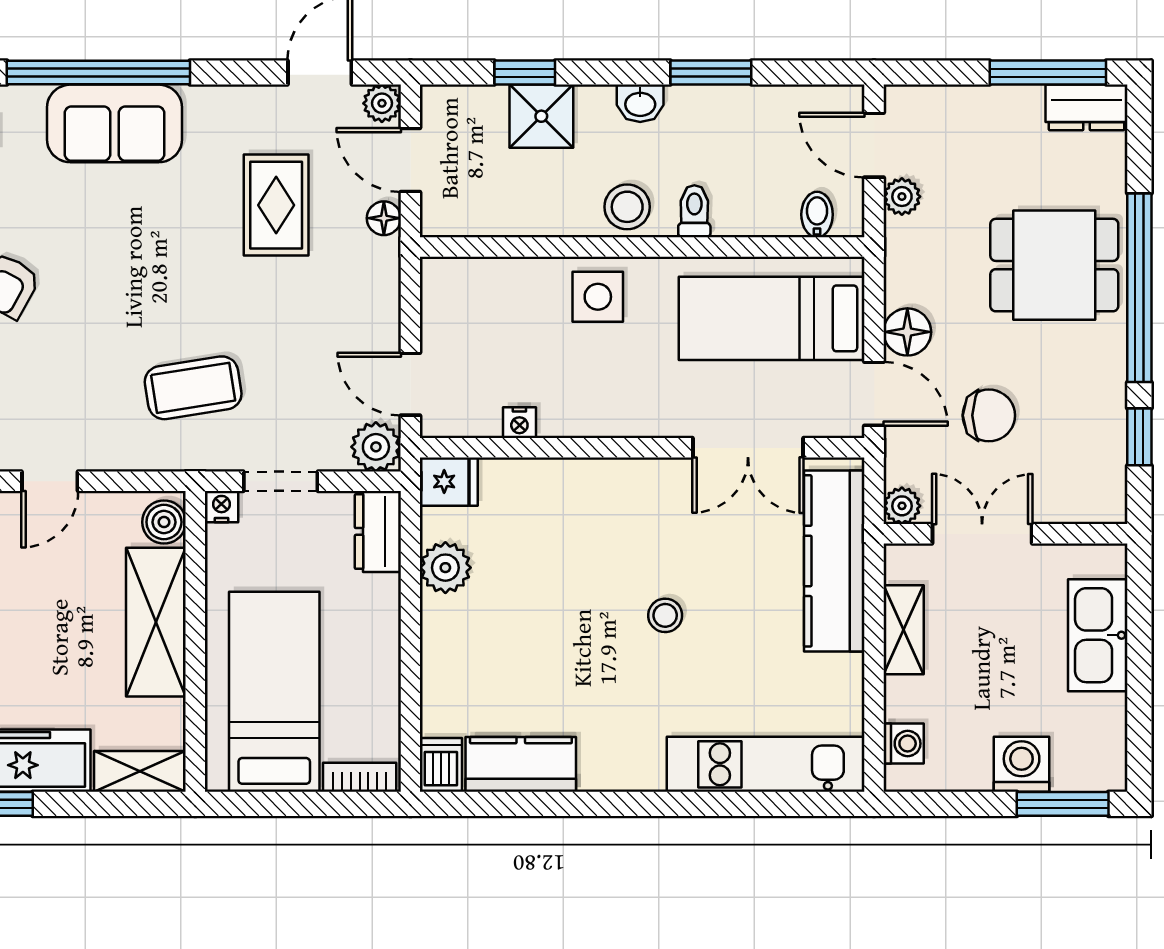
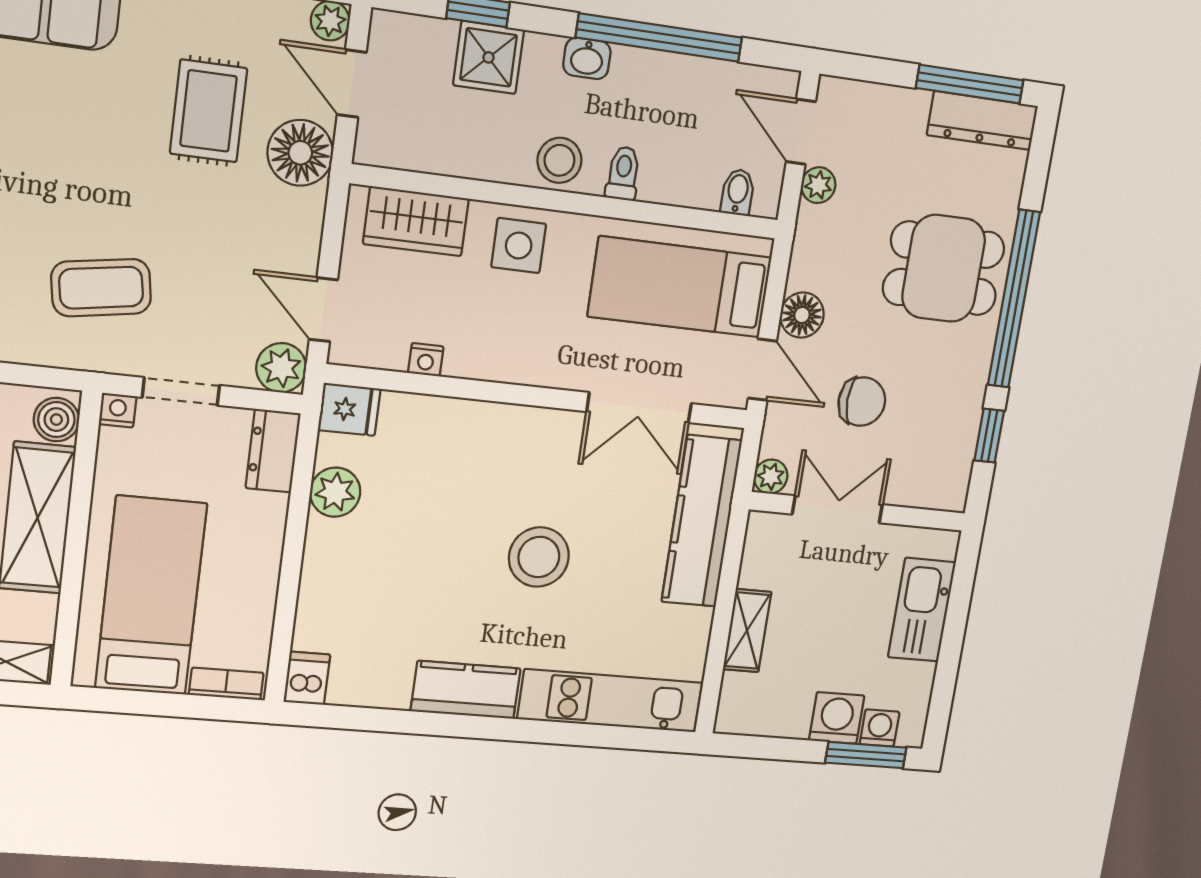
window: (711, 73) -> (659, 38), width x2.11
dresser: (1087, 107) -> (982, 121), width x1.44
floor lamp: (384, 218) -> (300, 153), width x1.89, depth x1.89
wardrobe: (491, 286) -> (416, 221), added
stool: (665, 615) -> (539, 557), width x1.89, depth x1.89
shelving: (904, 630) -> (747, 631), moved
washing machine: (904, 744) -> (880, 728), moved, turned -90
kitchen counter: (521, 764) -> (466, 690), moved

